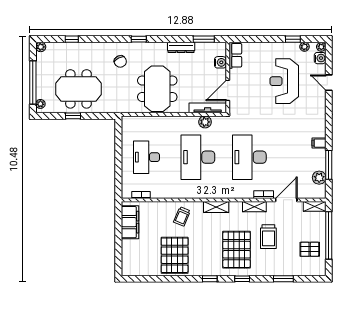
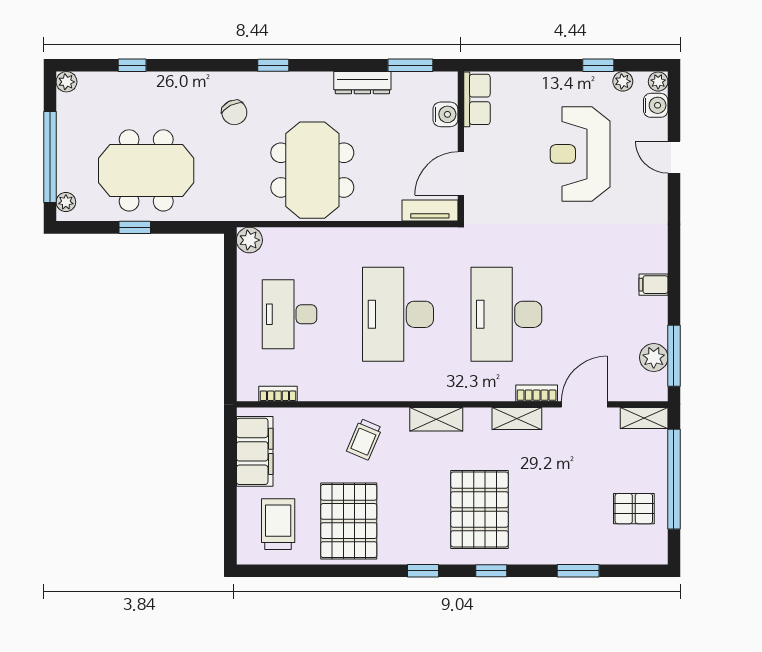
tv unit: (208, 108) -> (430, 211), width x0.71
plant: (205, 122) -> (249, 240), moved
window: (329, 165) -> (674, 356), moved
trolley: (268, 237) -> (278, 524), moved, turned 180

